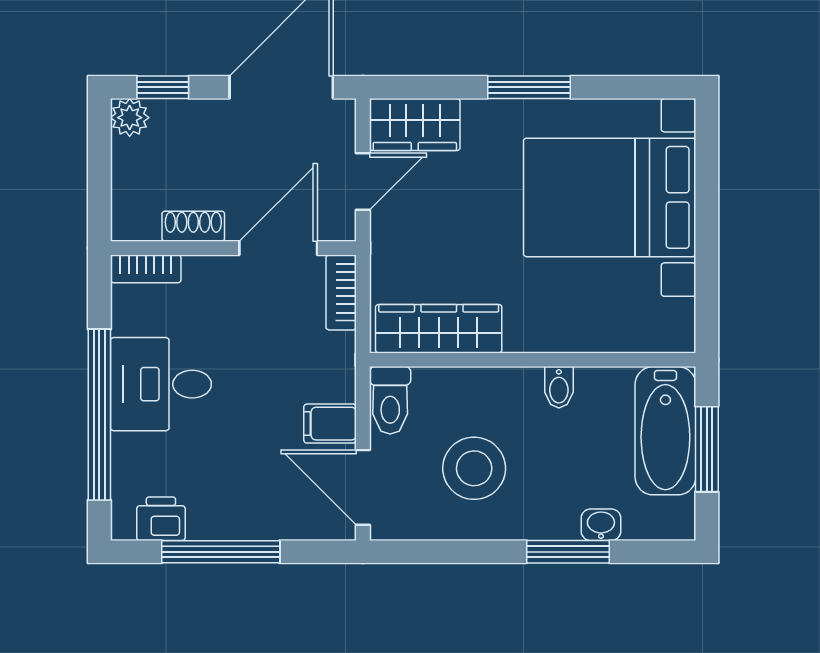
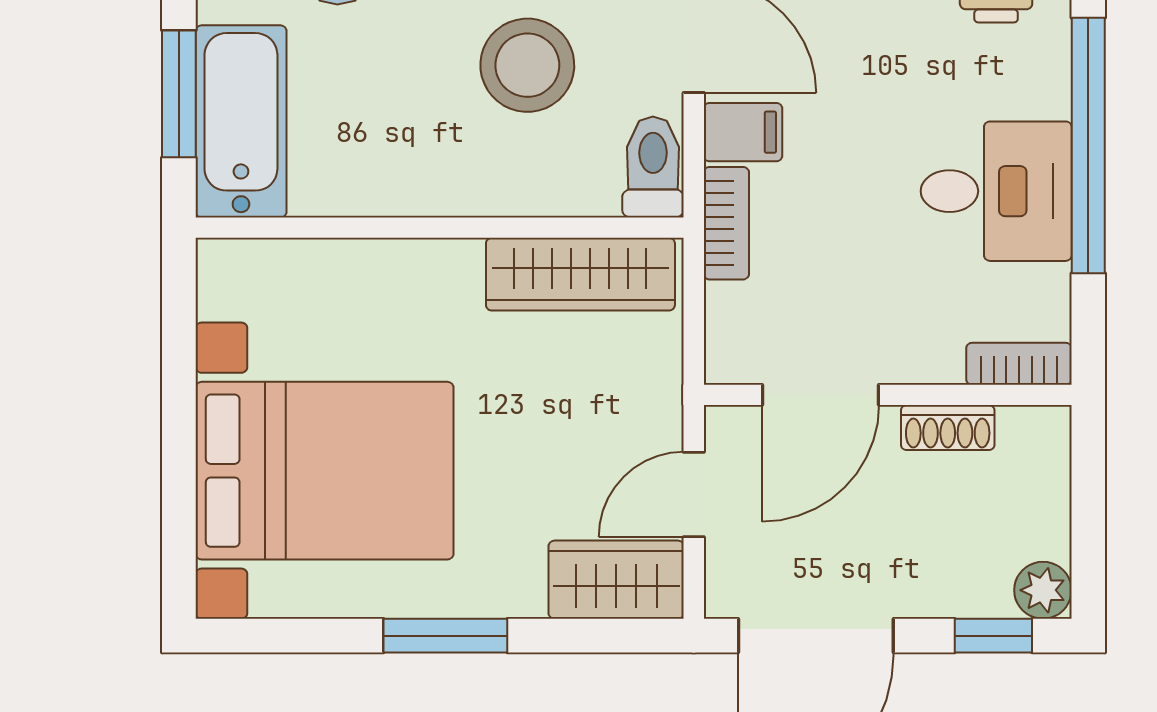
bookcase: (341, 292) -> (726, 223), moved
bidet: (559, 387) -> (400, 187), removed

